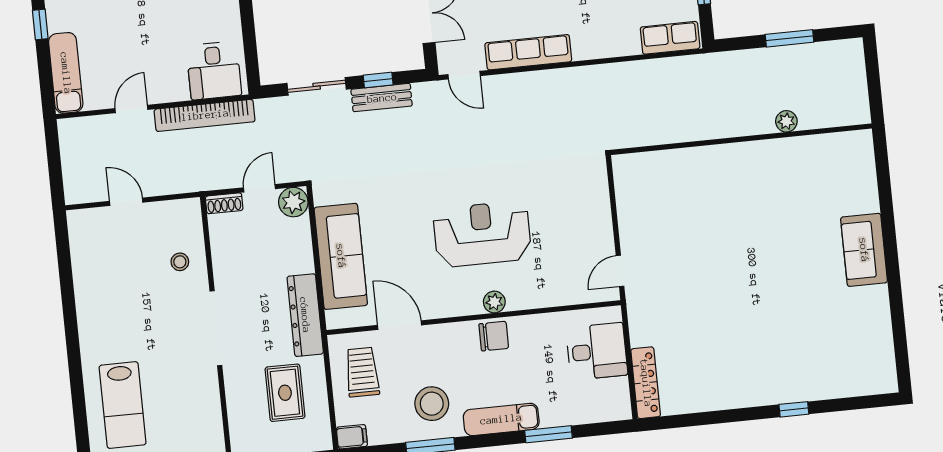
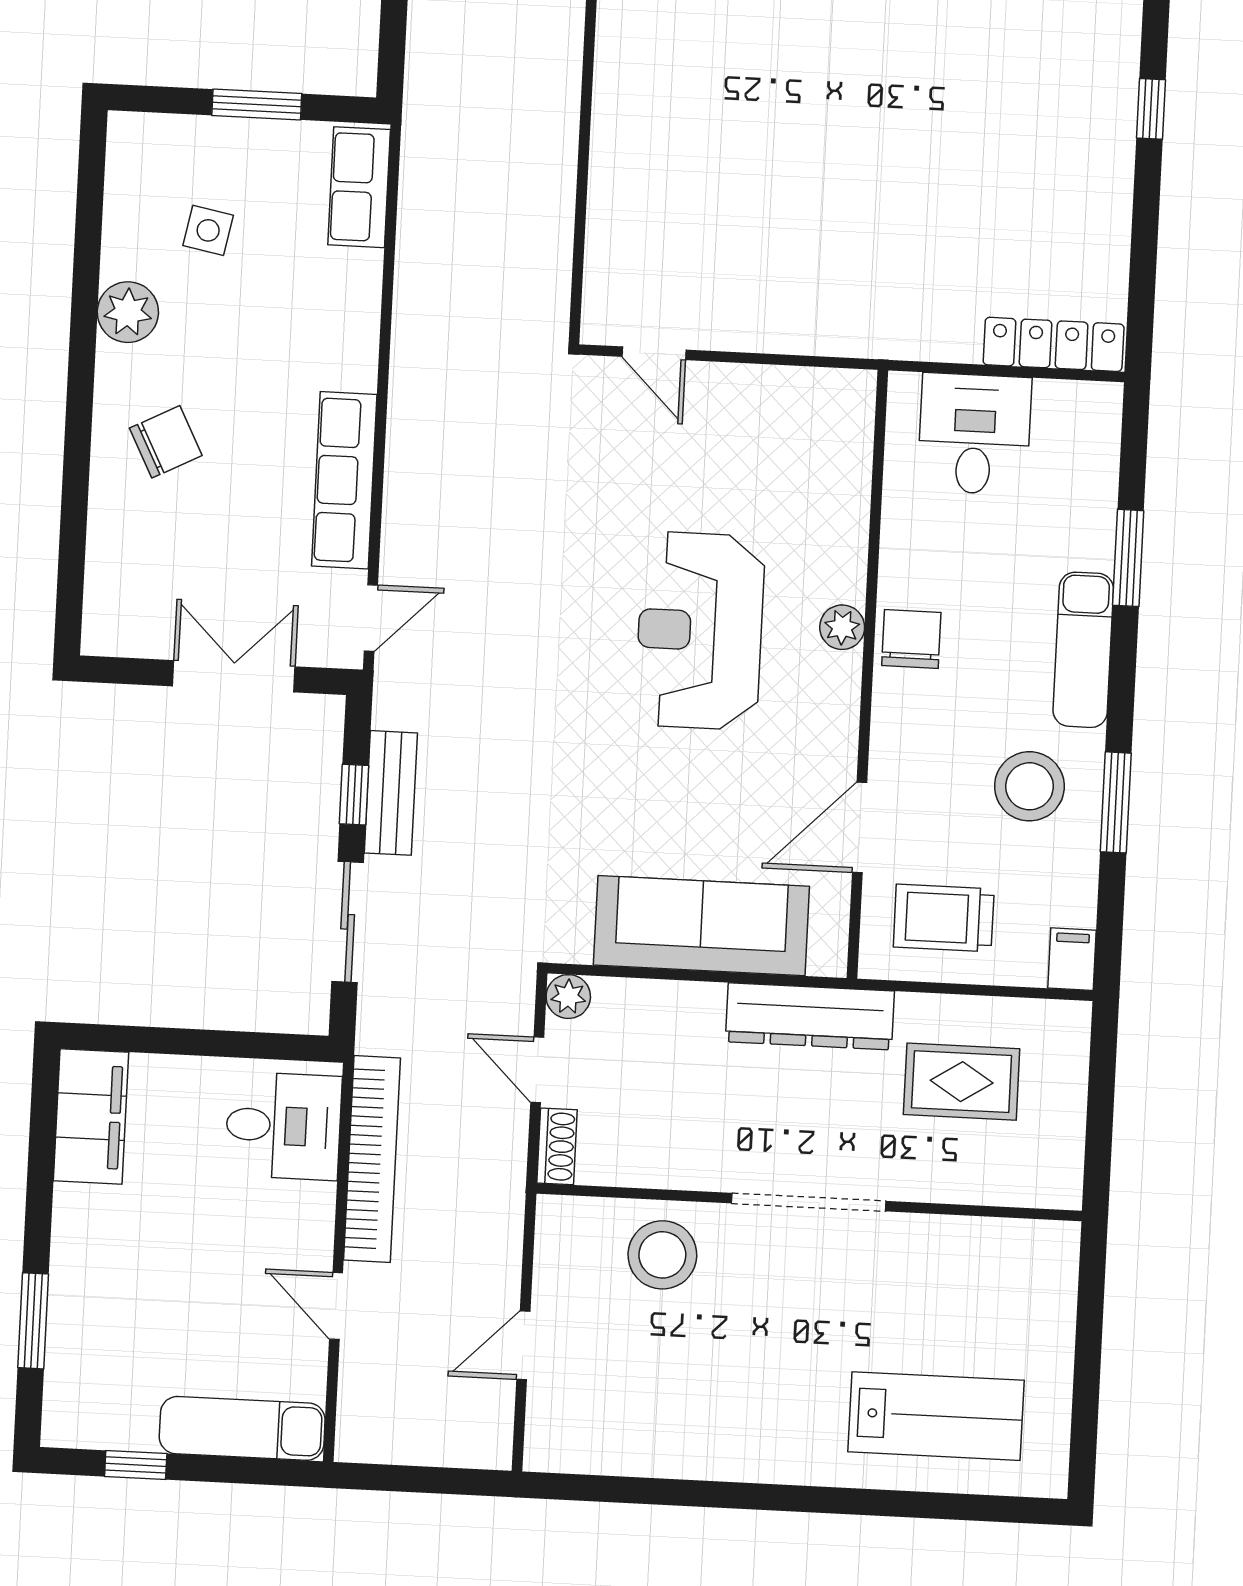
plant: (293, 202) -> (568, 997), width x0.73, depth x0.73
stool: (180, 262) -> (662, 1255), width x1.89, depth x1.89
door: (620, 271) -> (654, 353), moved
window: (794, 409) -> (1151, 109), moved

